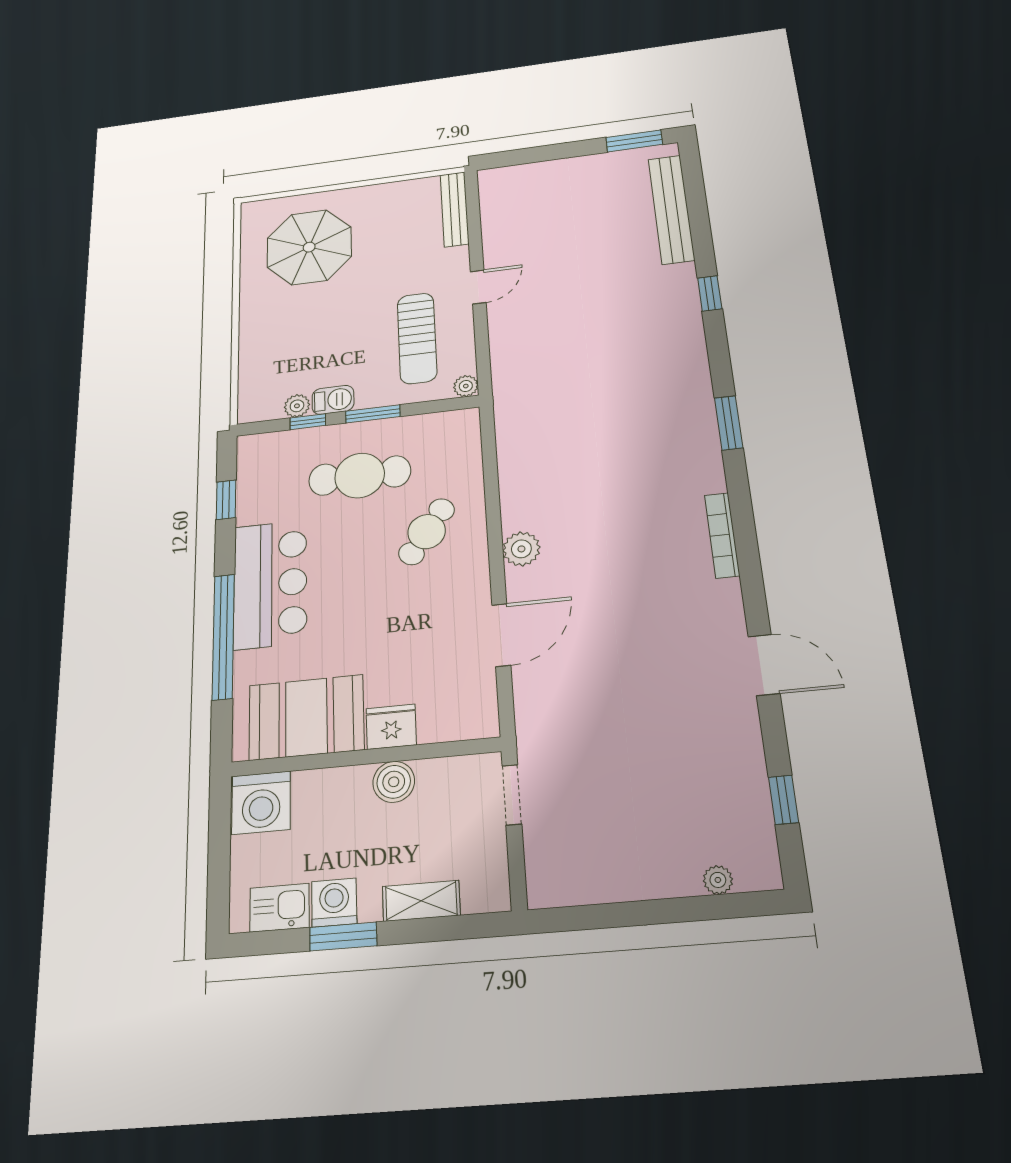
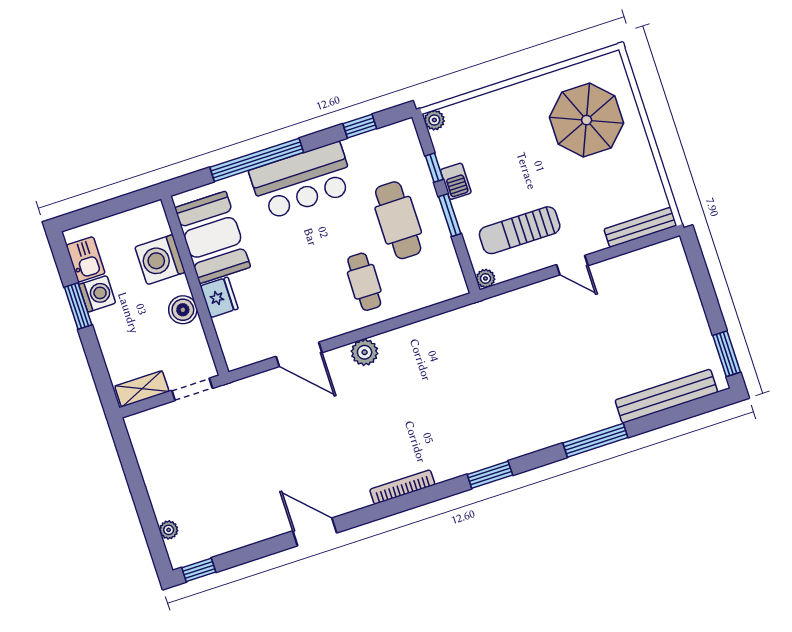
window: (710, 293) -> (595, 440), width x2.17
plant: (297, 406) -> (434, 120), moved
cafe table: (427, 532) -> (364, 282), turned 55
door: (764, 665) -> (315, 532), swing flipped
window: (784, 800) -> (199, 570), moved
washing machine: (261, 803) -> (160, 260), moved
shelving: (421, 901) -> (142, 389), moved, turned 90

